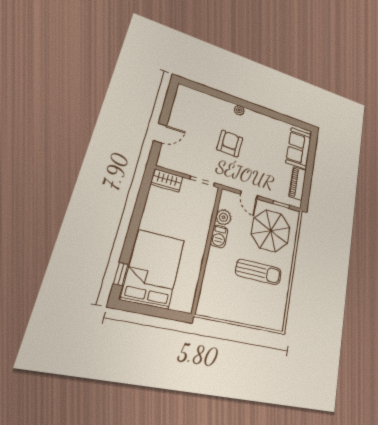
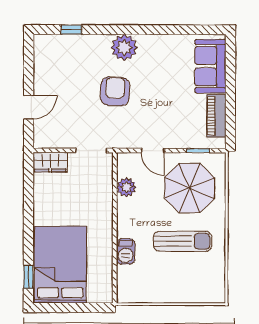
window: (207, 90) -> (71, 30), added
plant: (239, 110) -> (124, 47), width x1.88, depth x1.88
barbecue: (219, 236) -> (126, 251), moved

